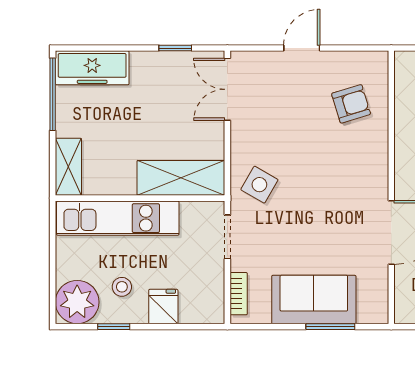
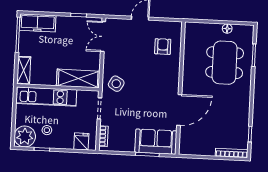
armchair: (351, 104) -> (163, 47), turned -73
sofa: (314, 299) -> (156, 142), moved
fridge: (163, 307) -> (81, 141), moved

